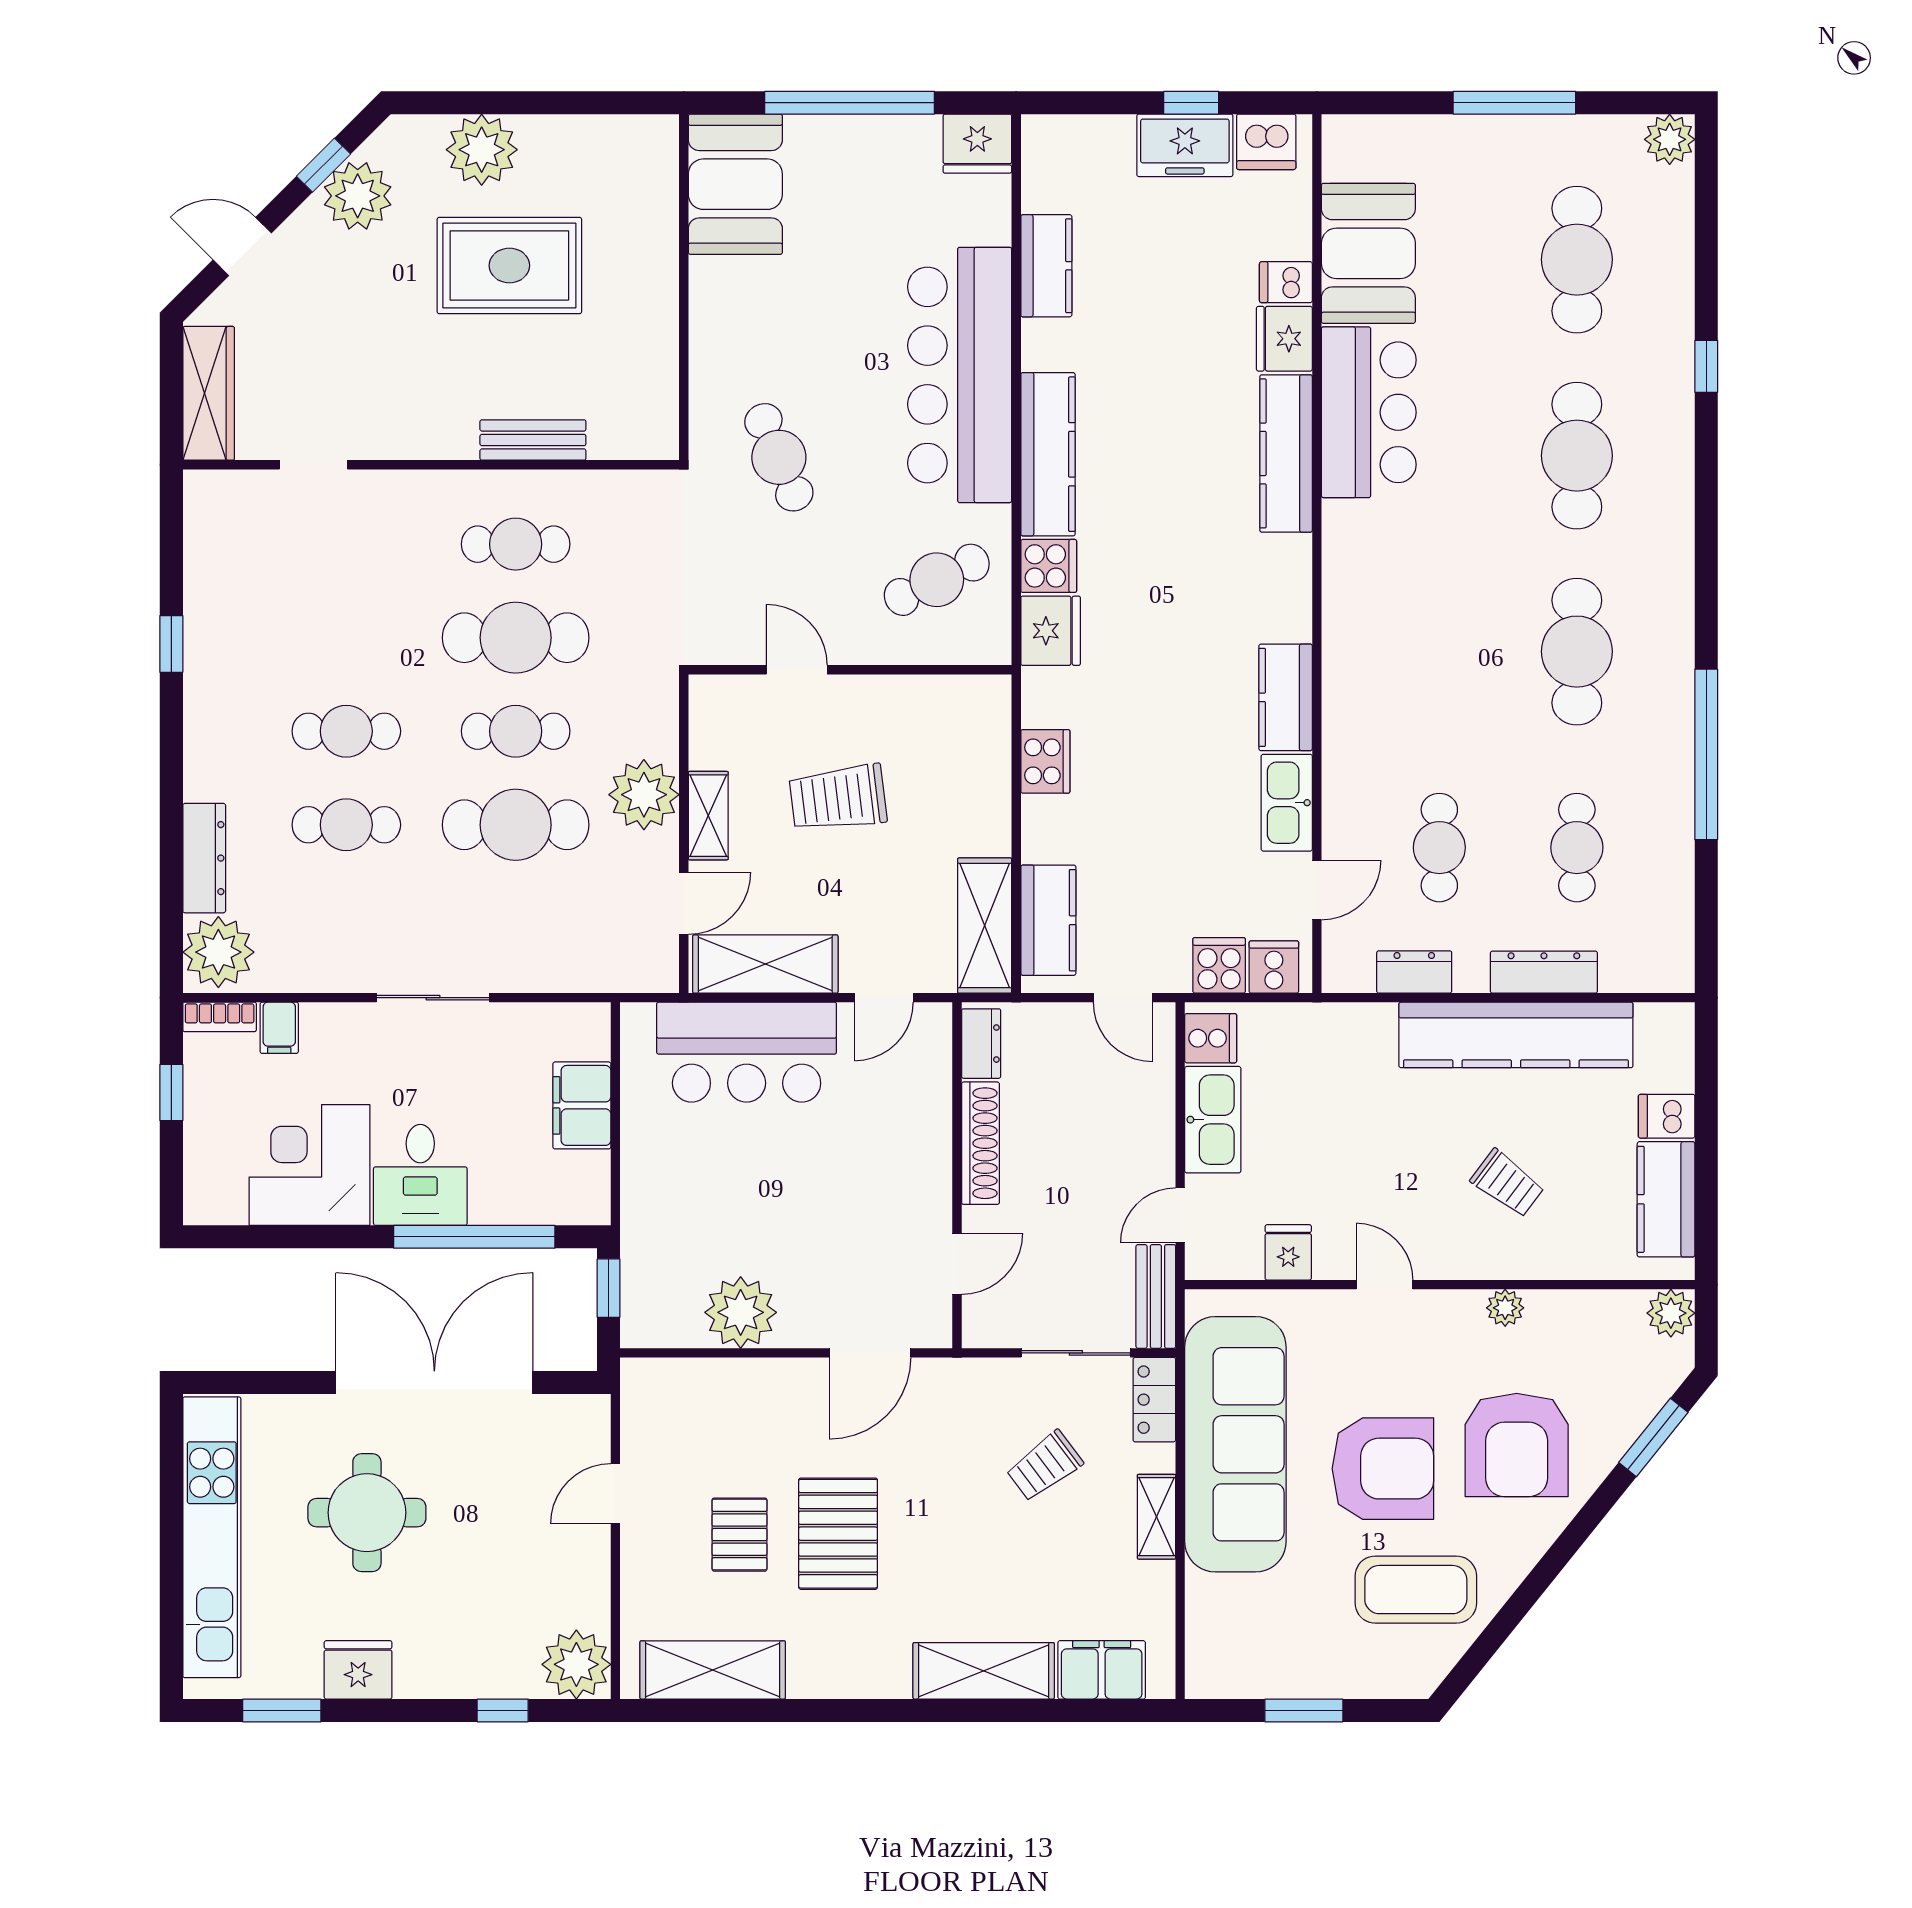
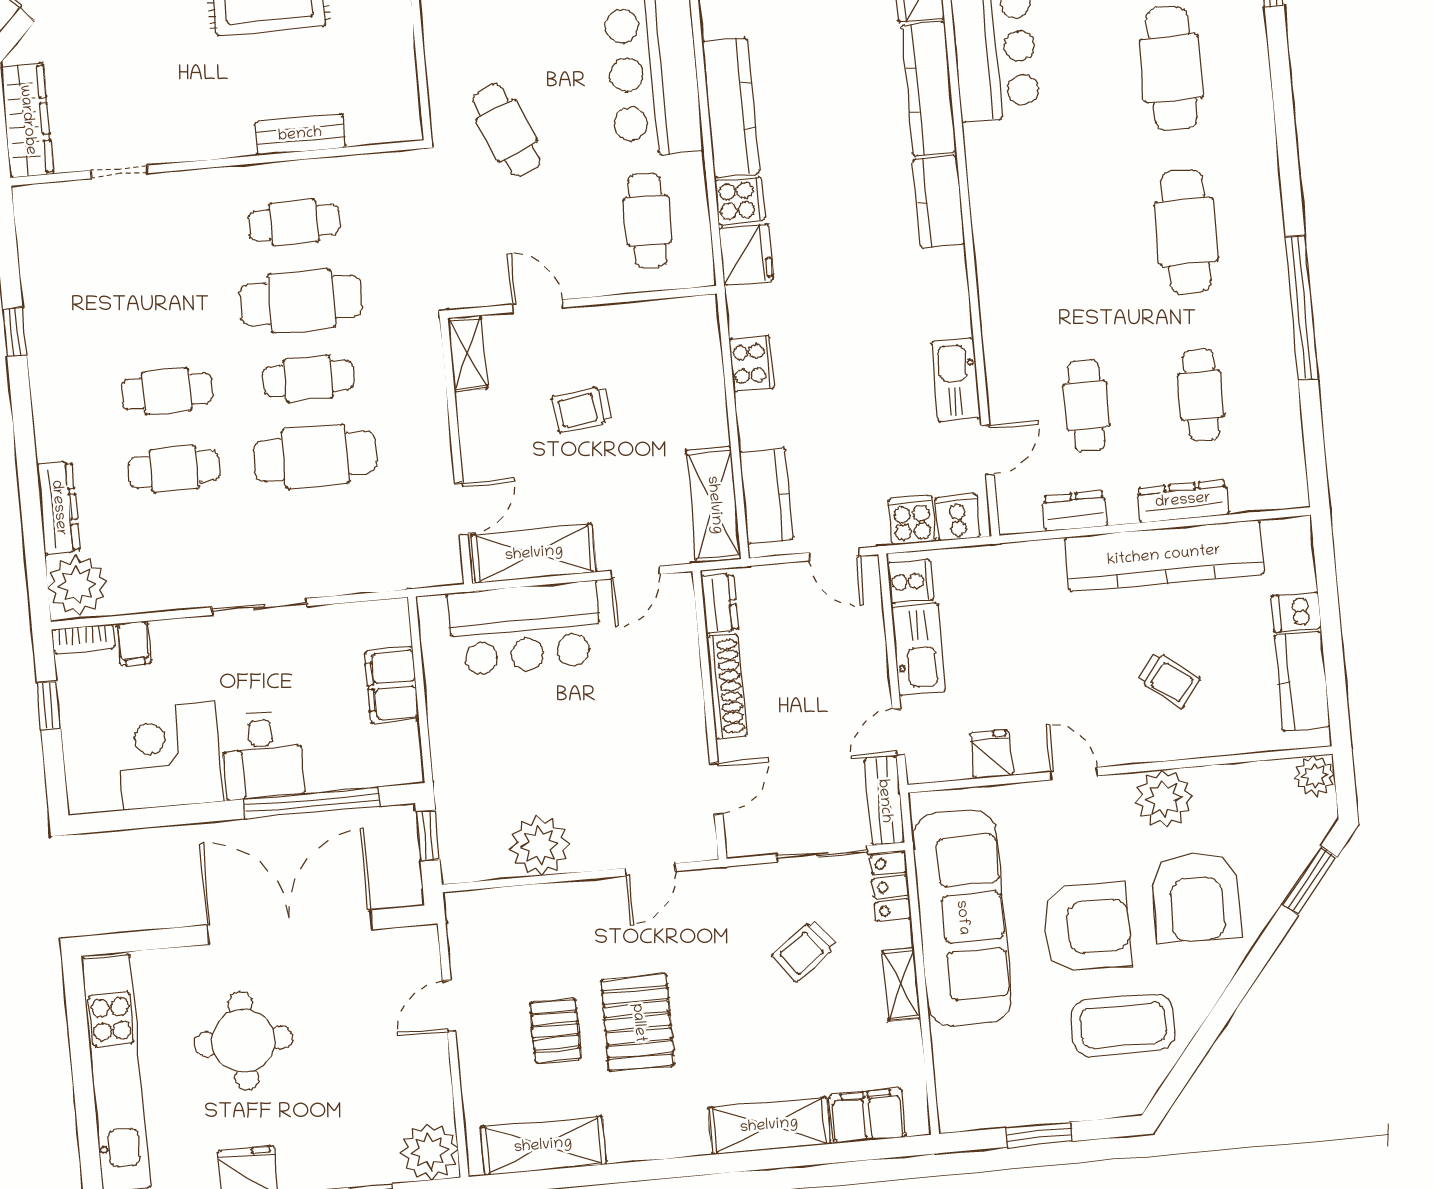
cafe table: (937, 580) -> (647, 220), turned -64
kitchen counter: (1286, 697) -> (939, 202), moved
plant: (644, 795) -> (420, 422), removed
trolley: (838, 798) -> (582, 410), width x0.73, depth x0.72
shelving: (708, 816) -> (468, 353), moved
plant: (1505, 1308) -> (1164, 799), width x1.88, depth x1.88
door: (870, 1353) -> (650, 870), width x0.73

